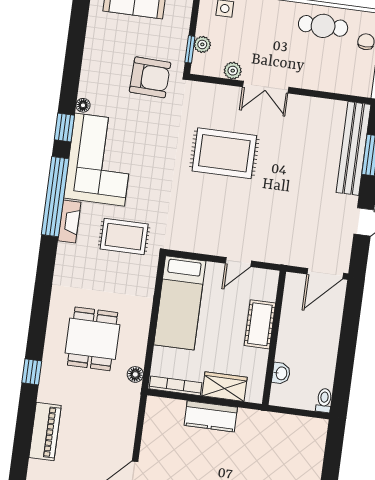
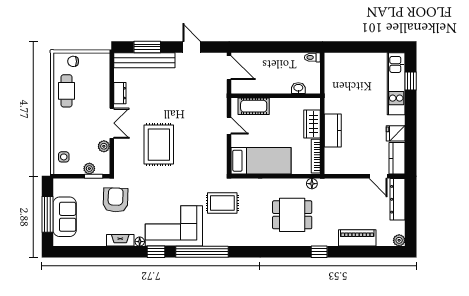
dresser: (309, 105) -> (120, 93), added
fireplace: (69, 222) -> (120, 240), moved
rug: (124, 237) -> (222, 203), turned 90
cot: (260, 324) -> (254, 106), moved

